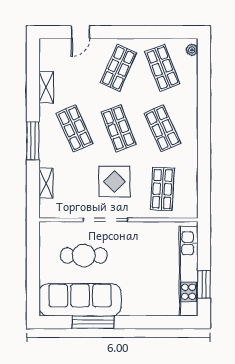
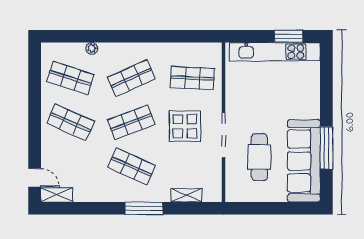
door: (80, 32) -> (35, 178), moved
plant: (192, 50) -> (92, 48), moved
shop shelf: (162, 68) -> (70, 78), turned 39
shelving: (46, 87) -> (57, 195), moved
shop shelf: (75, 128) -> (131, 166), turned 48

